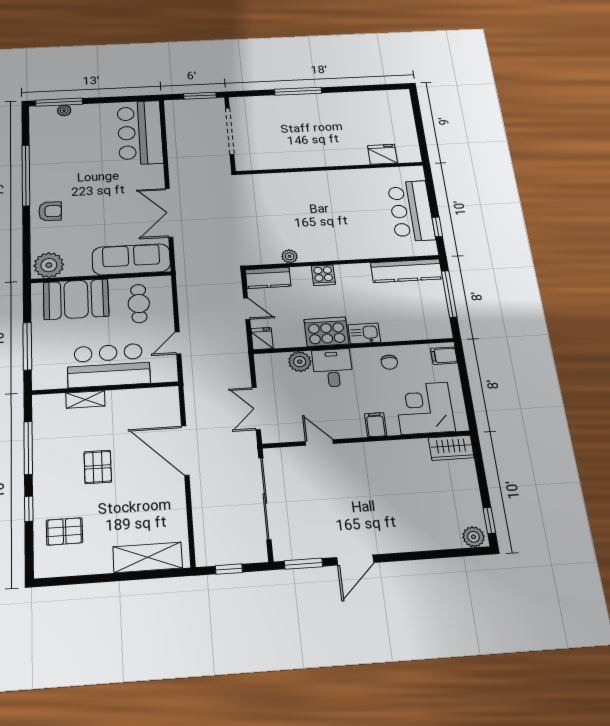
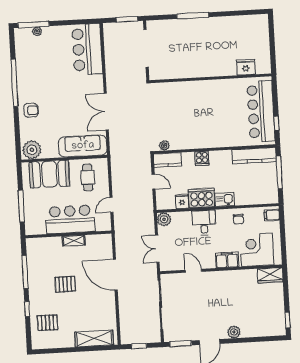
bar counter: (411, 211) -> (261, 111), width x1.36
plant: (290, 256) -> (164, 146), moved
fridge: (262, 339) -> (182, 201), moved
plant: (300, 362) -> (164, 219), moved
shelving: (85, 399) -> (74, 241), moved
filing cabinet: (376, 425) -> (227, 260), width x2.00
pallet: (98, 467) -> (65, 284), turned 90
plant: (474, 537) -> (234, 332), moved

